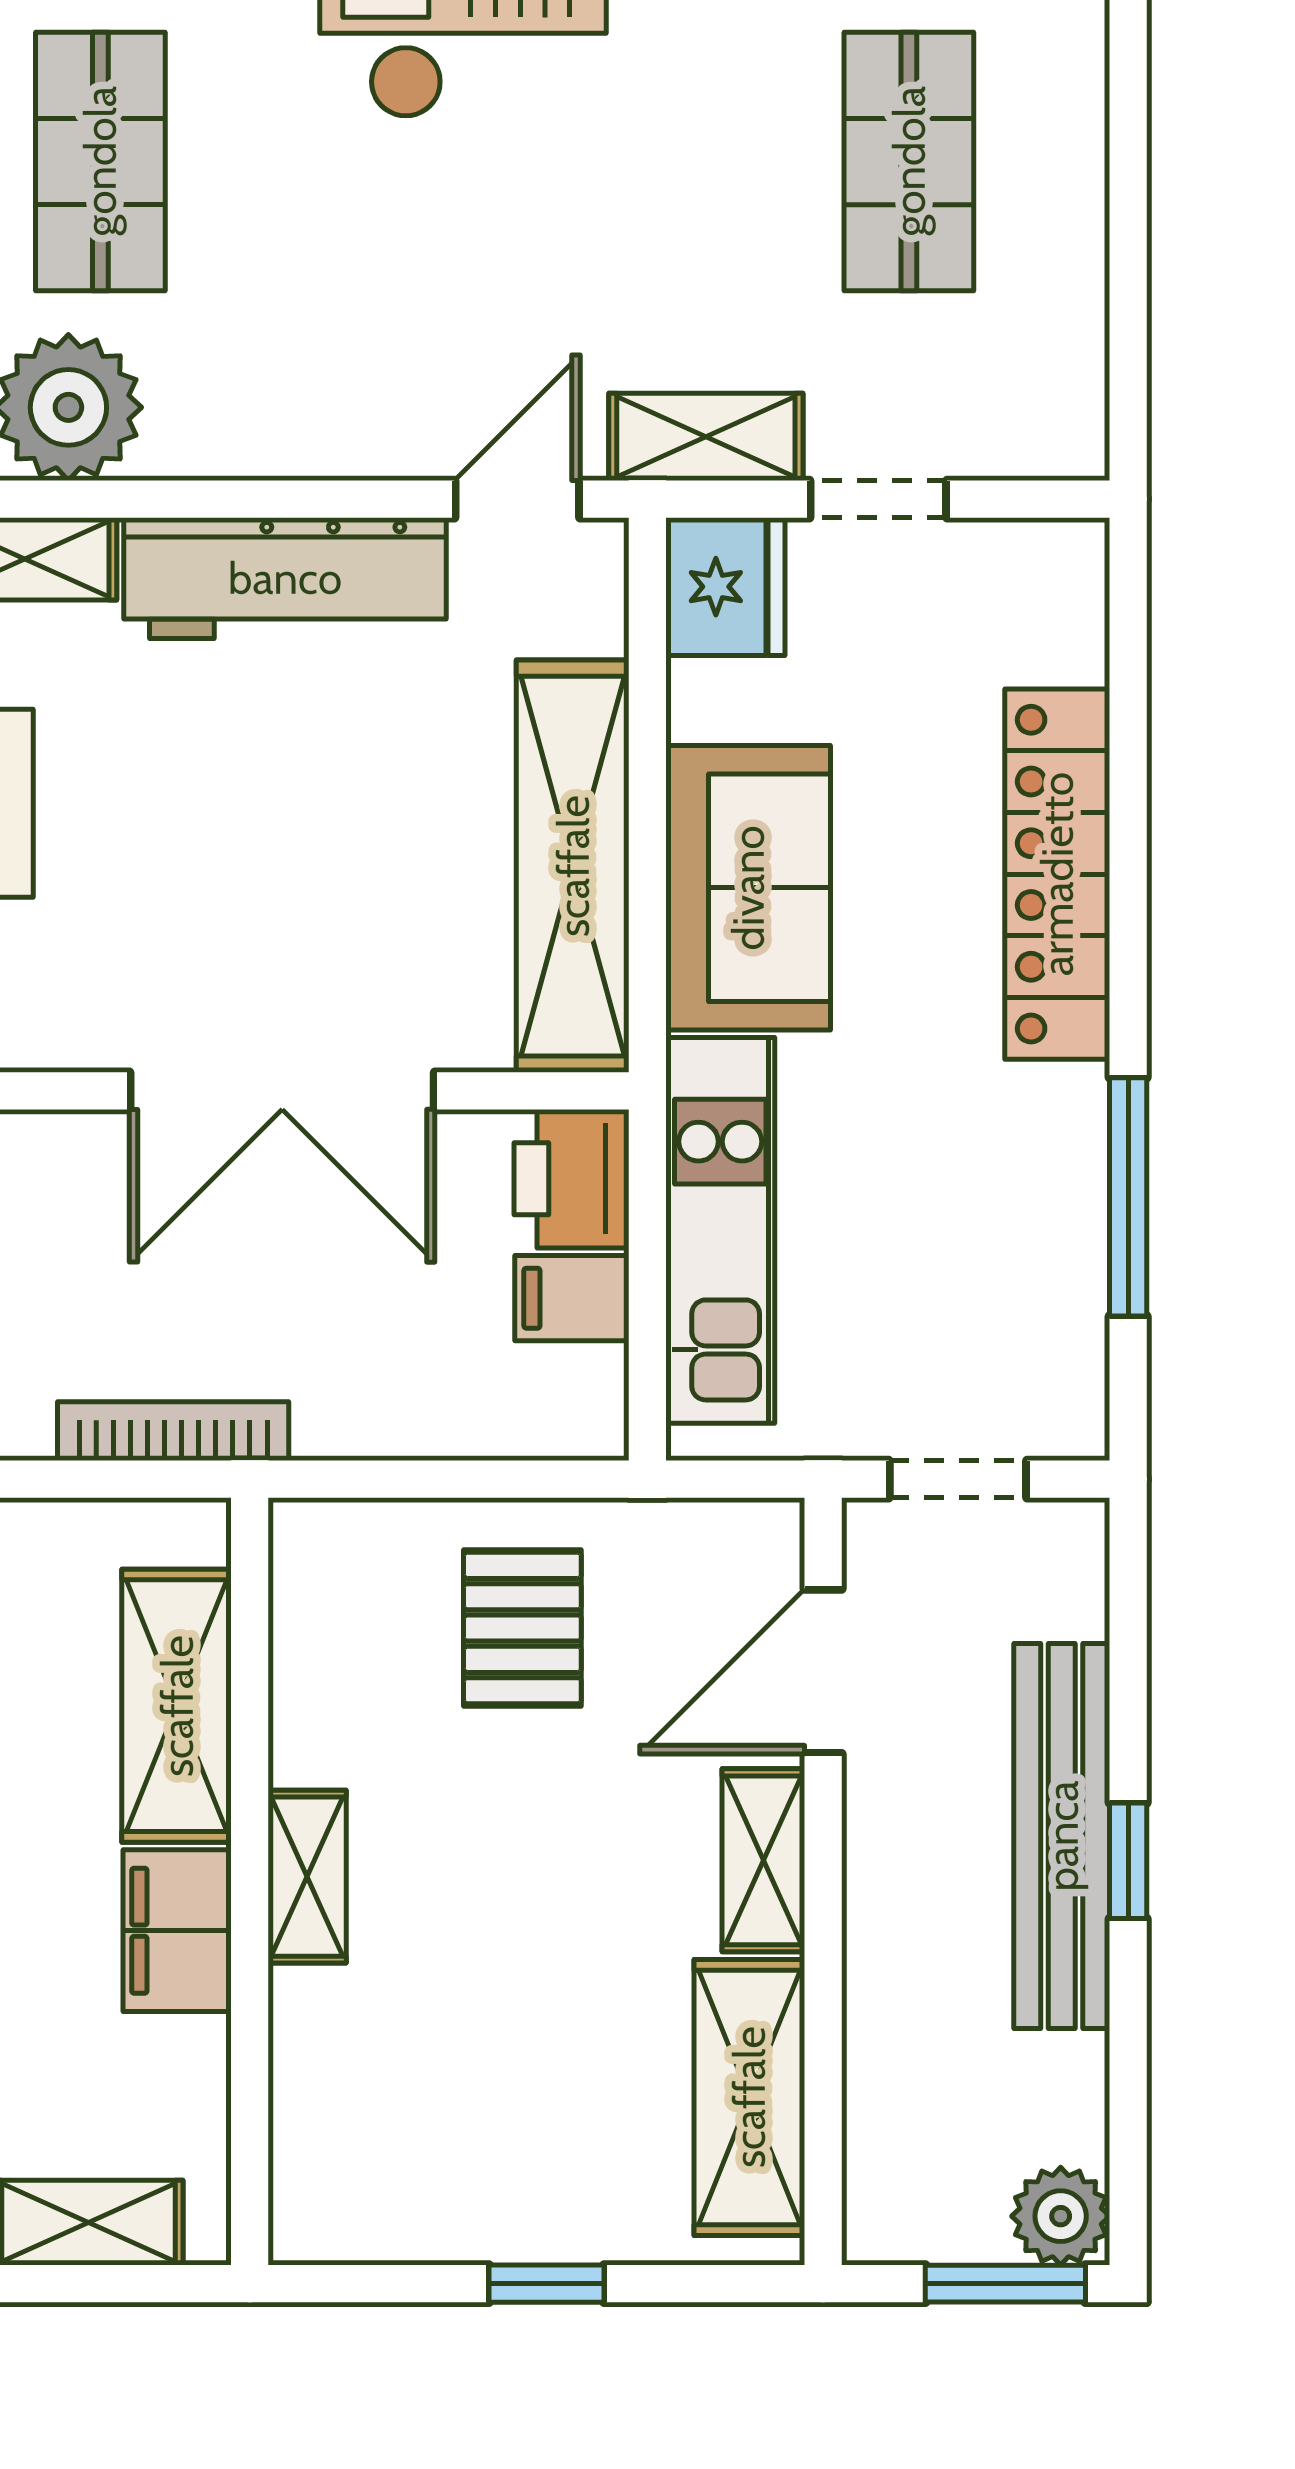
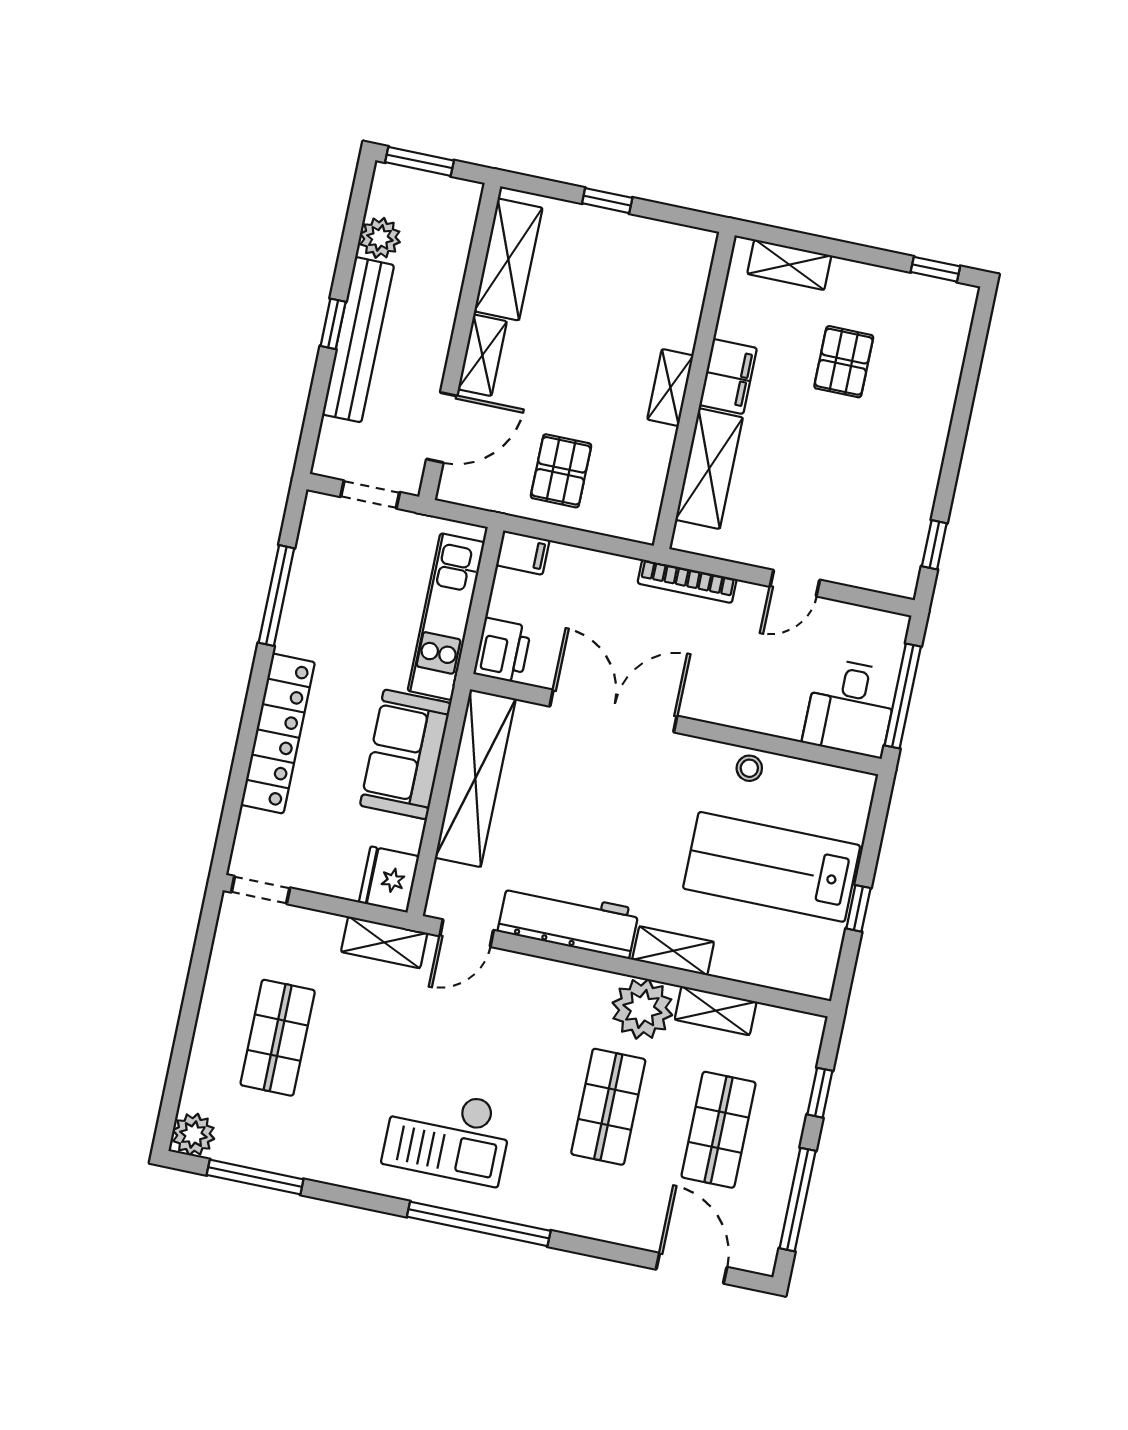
doorway: (878, 499) -> (261, 890), moved
filing cabinet: (572, 1298) -> (523, 553), moved
plant: (1061, 2216) -> (380, 238), moved

